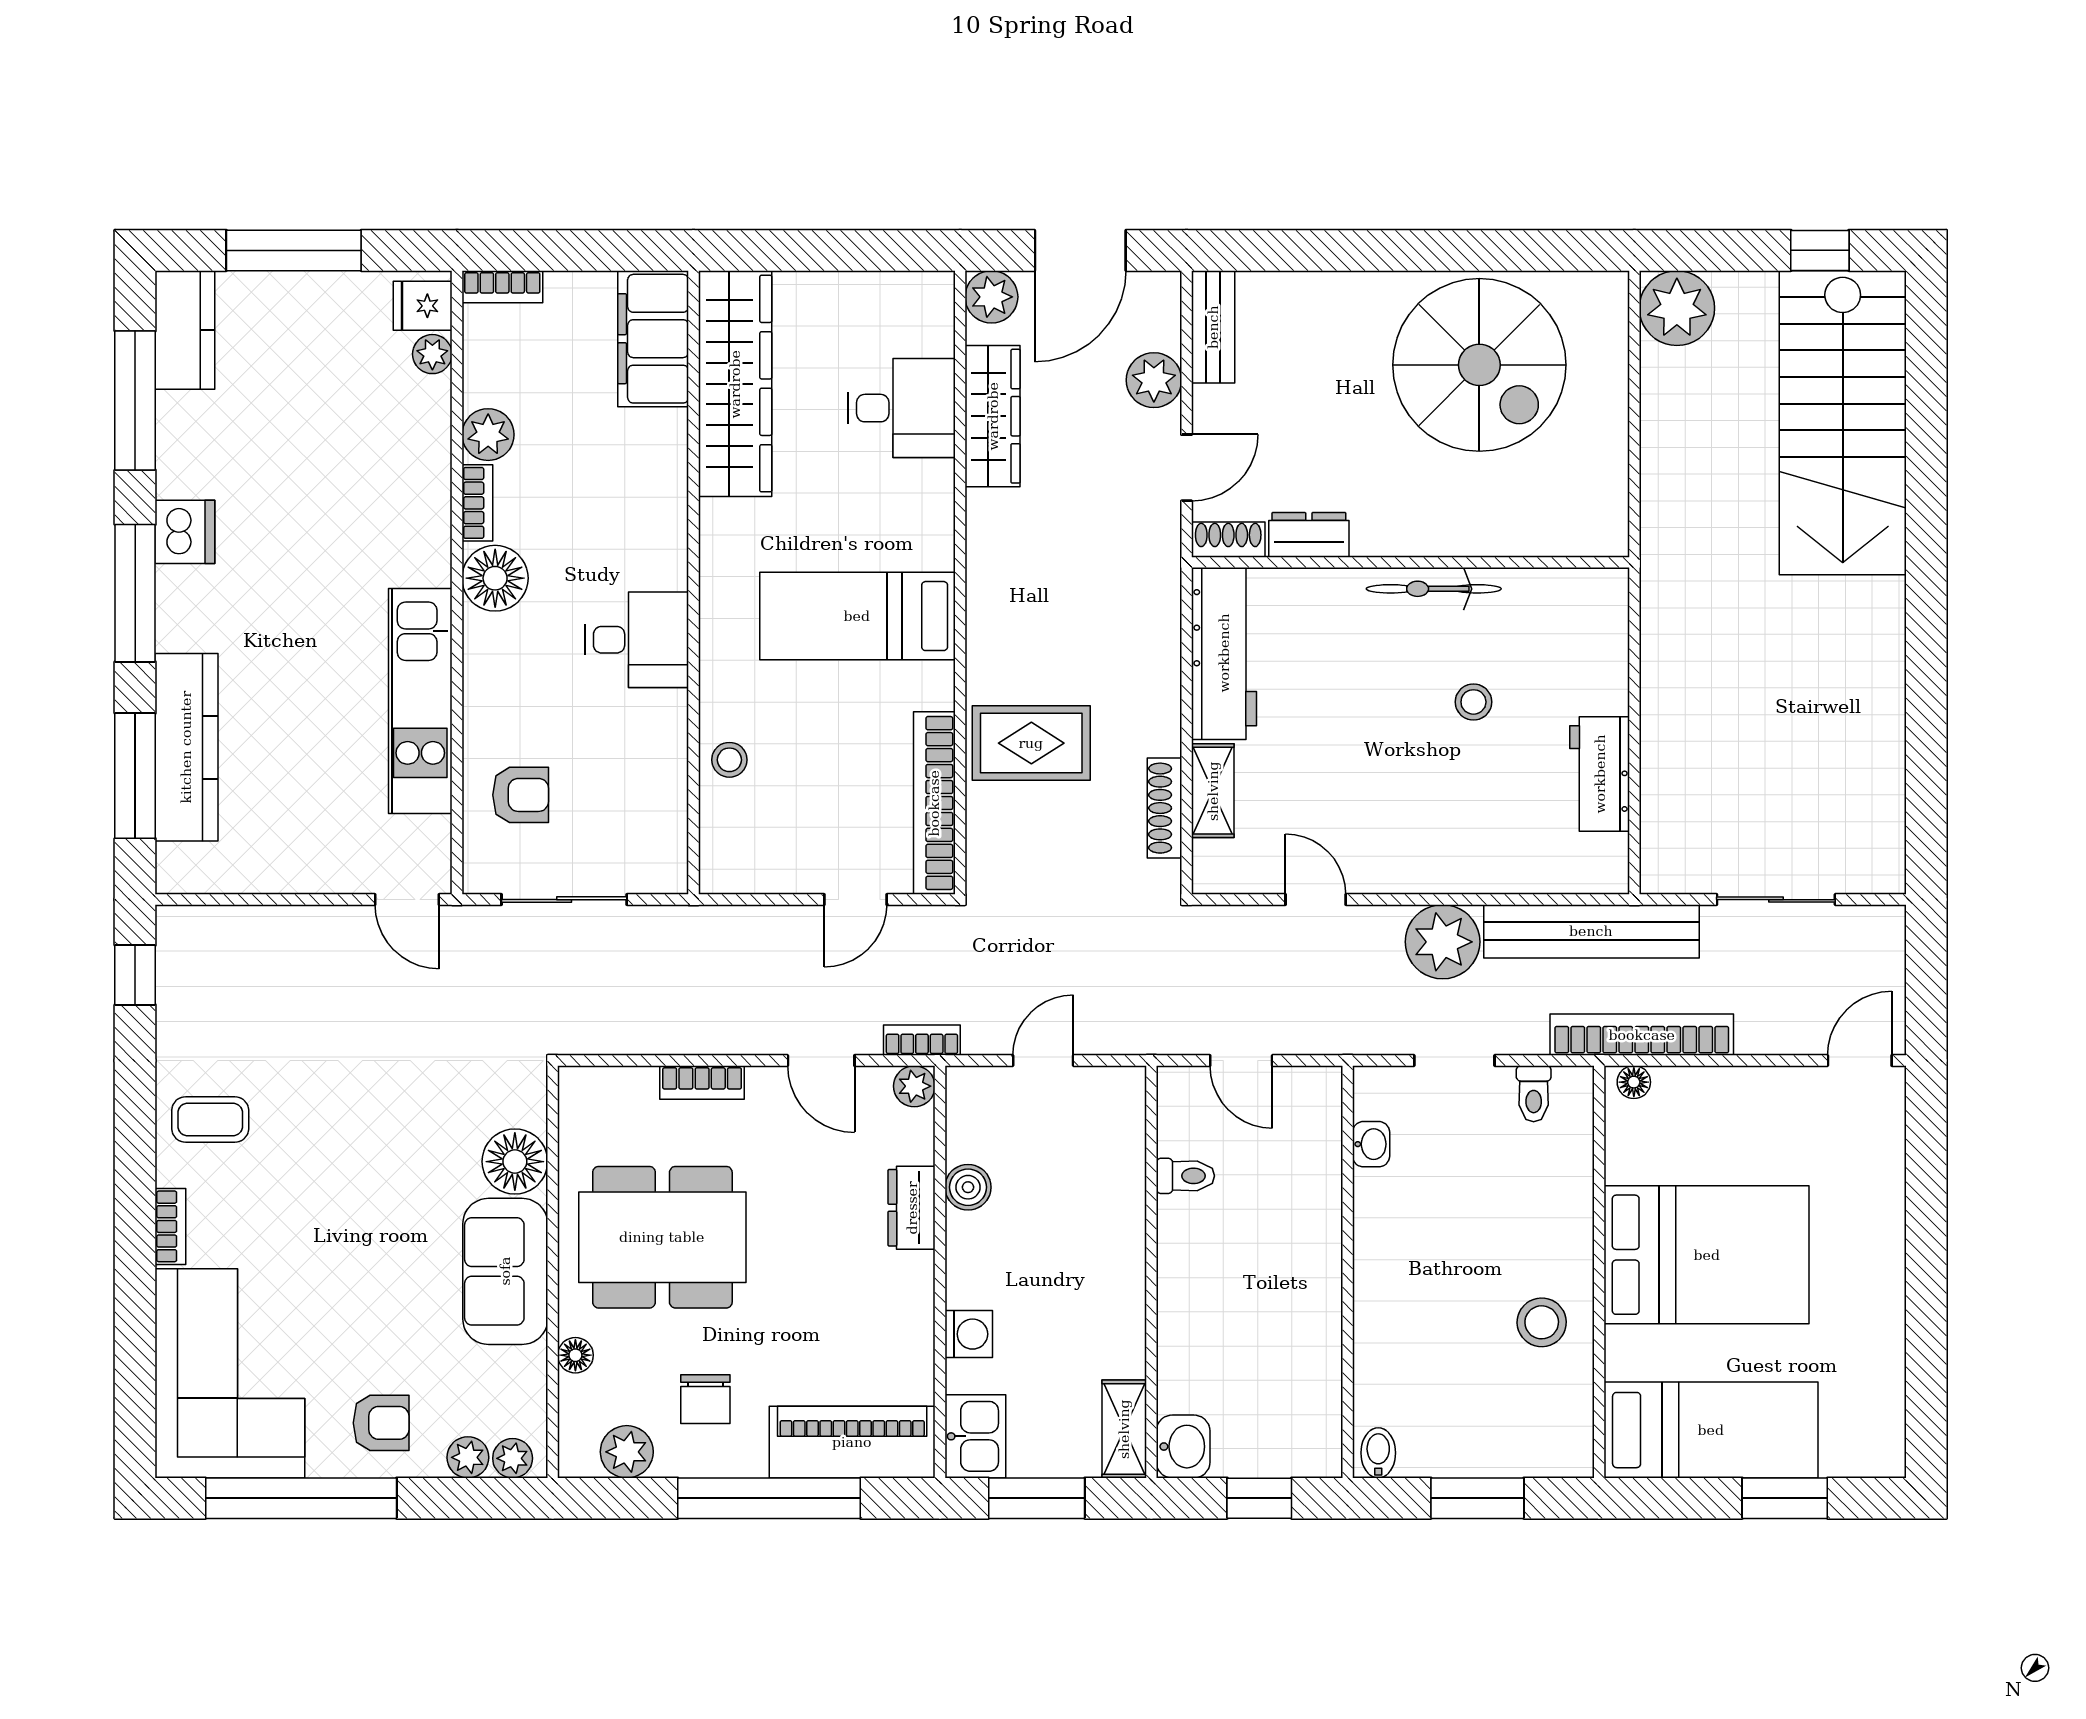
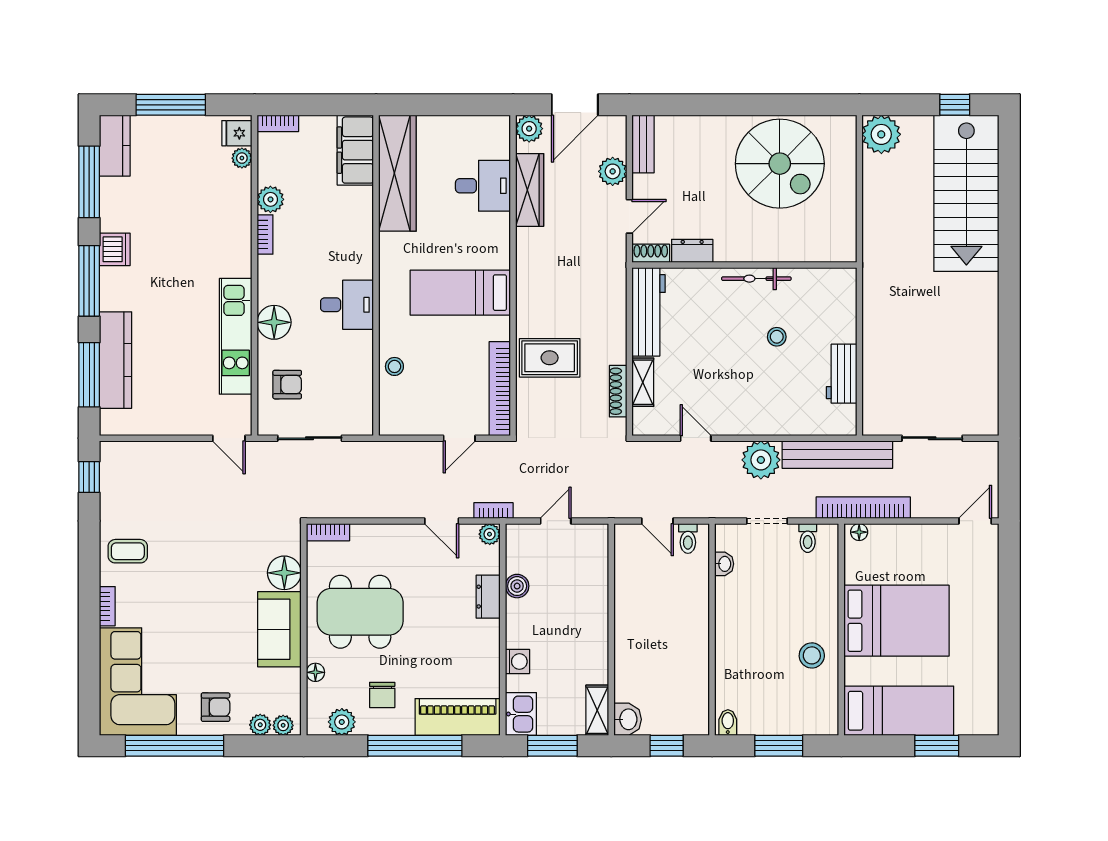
floor lamp: (495, 578) -> (274, 322), moved
bookcase: (702, 1082) -> (328, 532), moved
toilet: (1185, 1176) -> (688, 538), moved, turned 90

